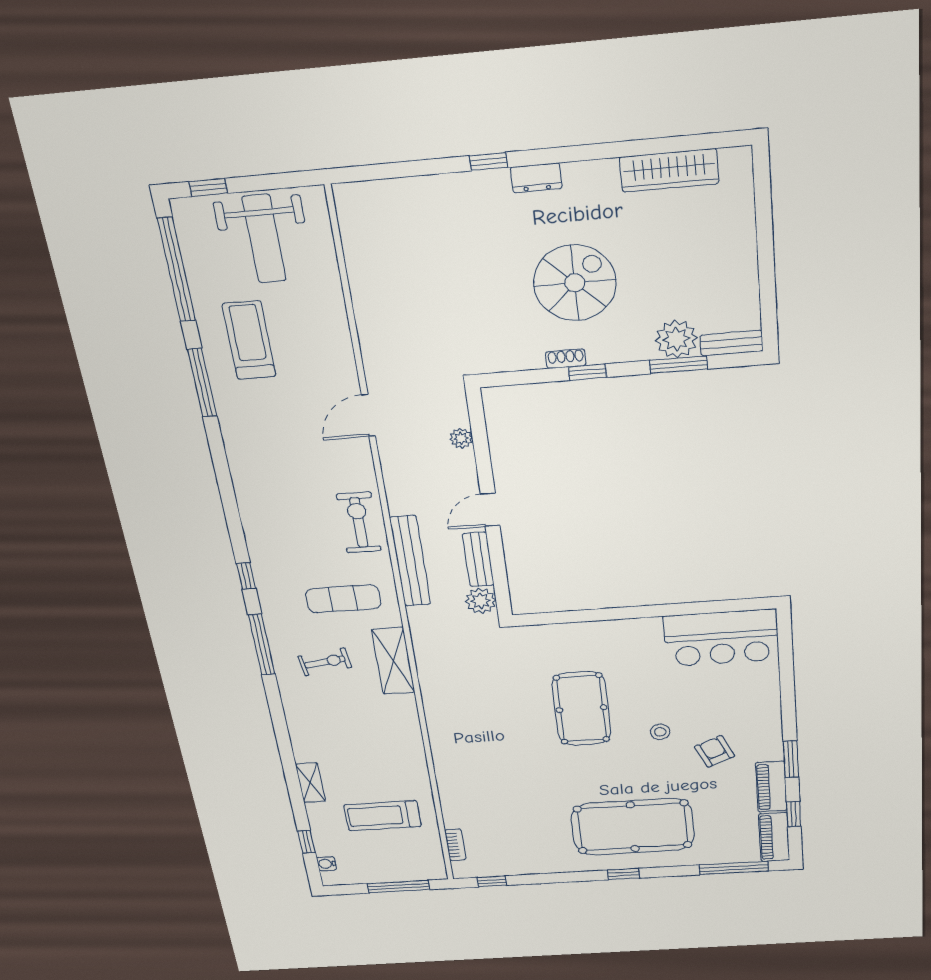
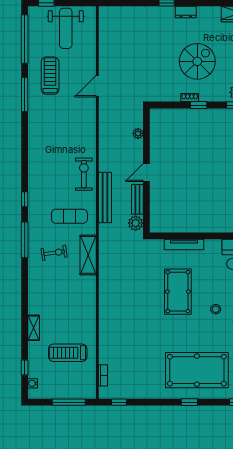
door: (369, 415) -> (97, 86), moved
tv unit: (585, 631) -> (184, 245), added

